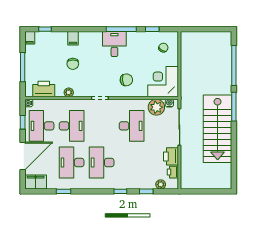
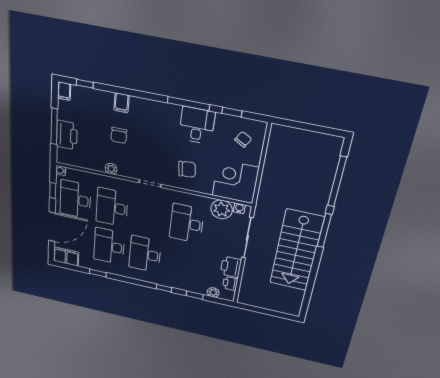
desk: (114, 44) -> (197, 125), moved
printer: (44, 89) -> (67, 135), moved, turned 90
desk: (72, 126) -> (112, 207), turned 180
desk: (132, 126) -> (187, 223), turned 180

